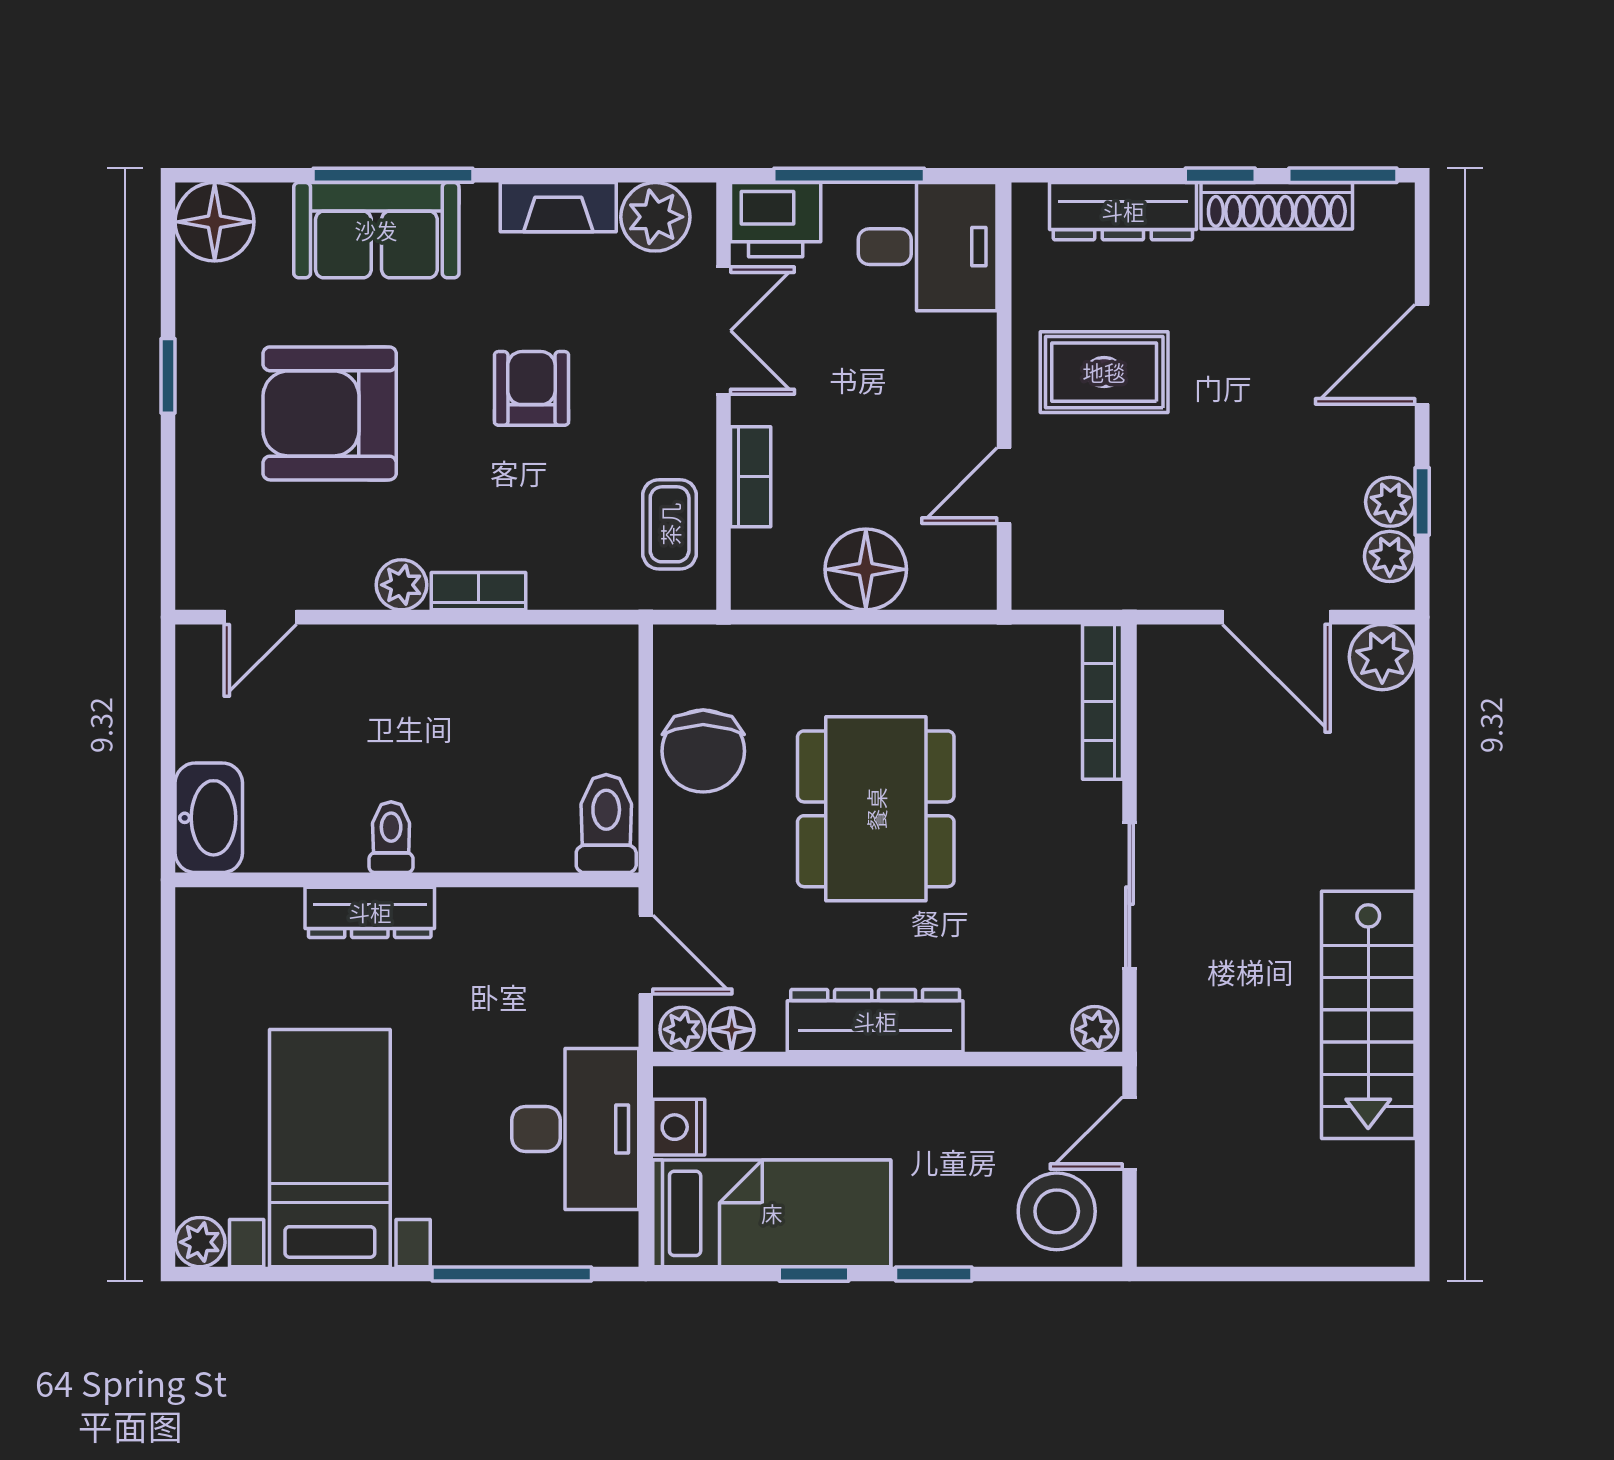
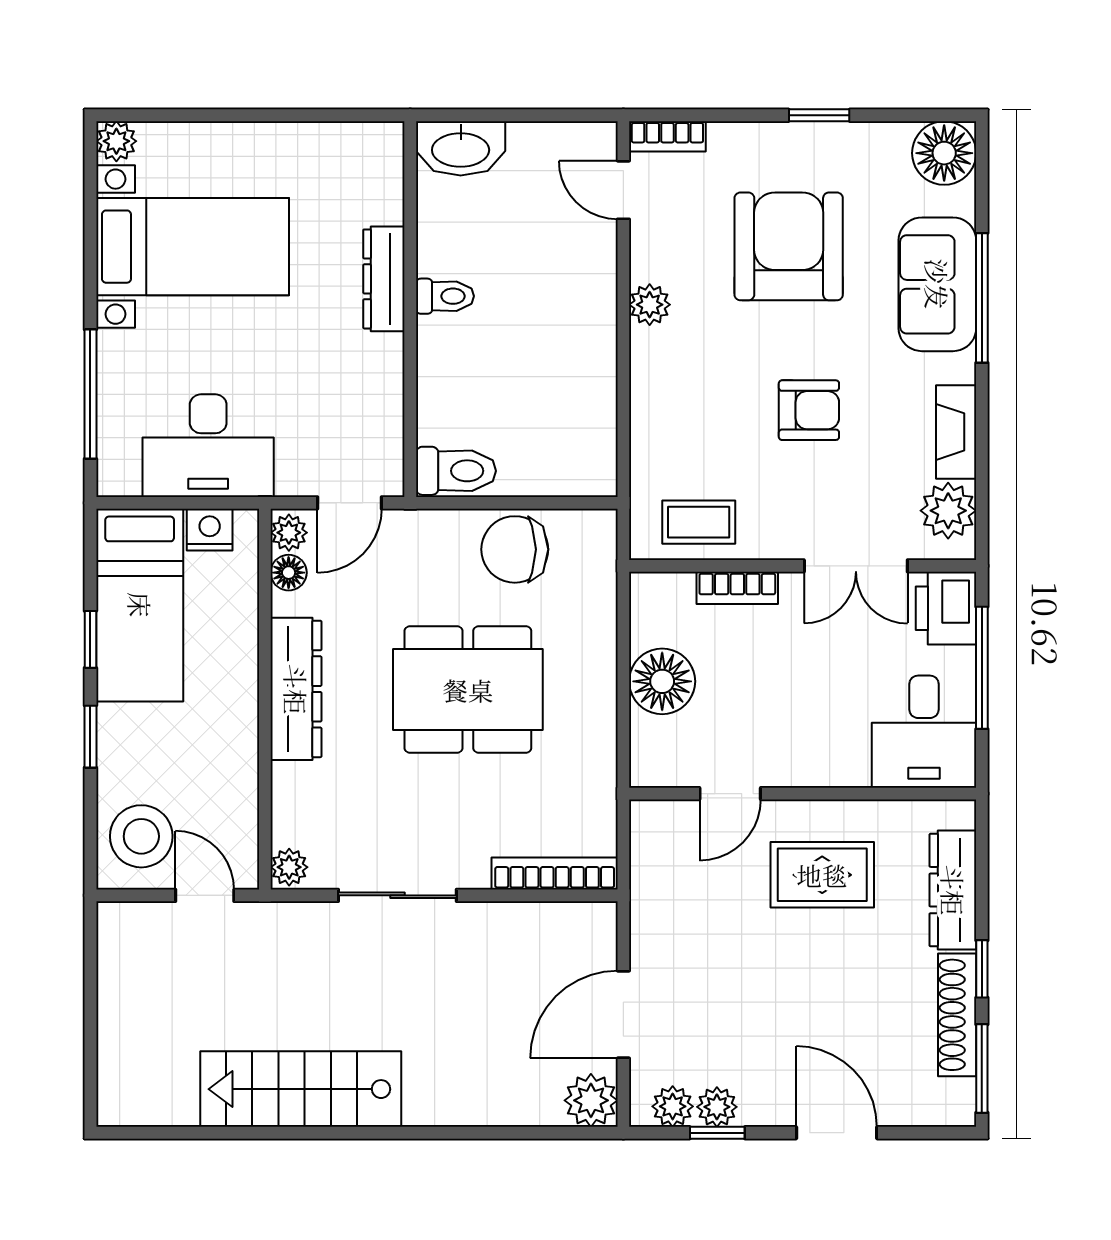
rug: (1104, 372) -> (822, 875), turned 90
door: (1004, 486) -> (730, 794), swing flipped
bookcase: (479, 591) -> (667, 136), moved, turned 90

